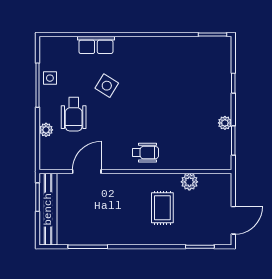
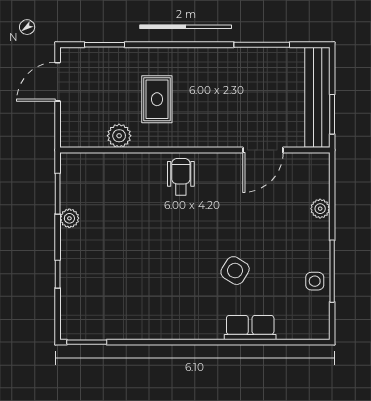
wheelchair: (74, 114) -> (281, 230), removed
wheelchair: (145, 153) -> (181, 177), turned 90

